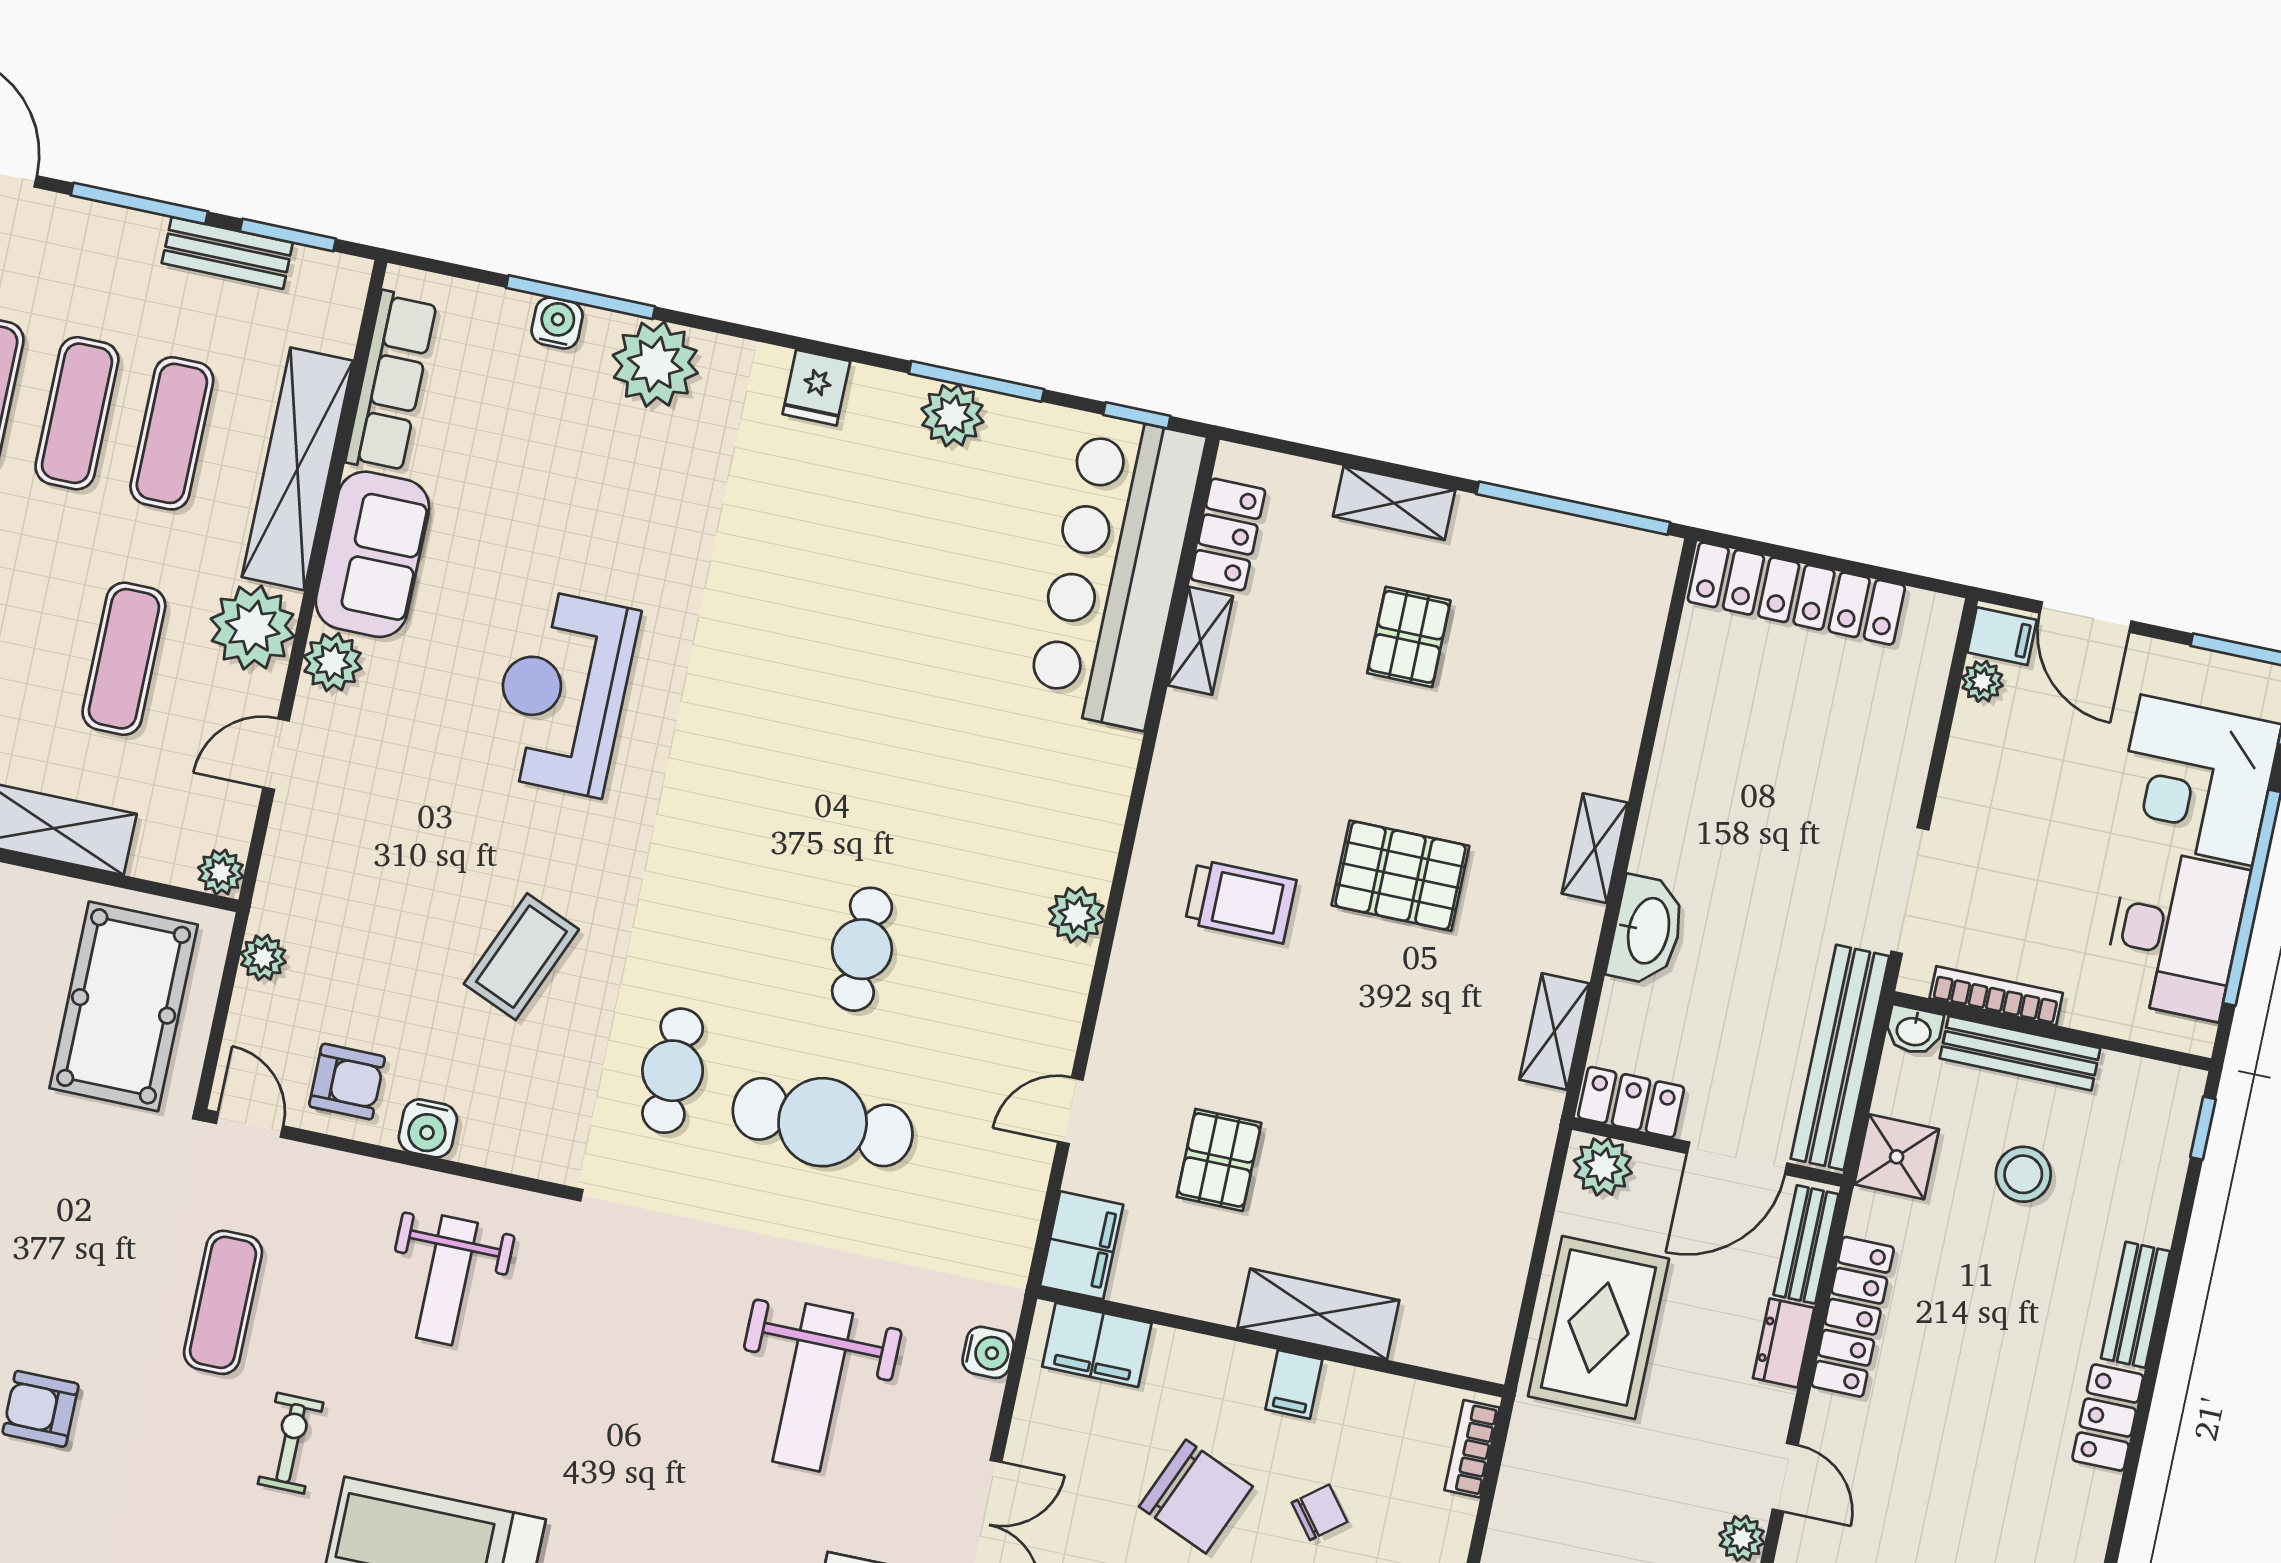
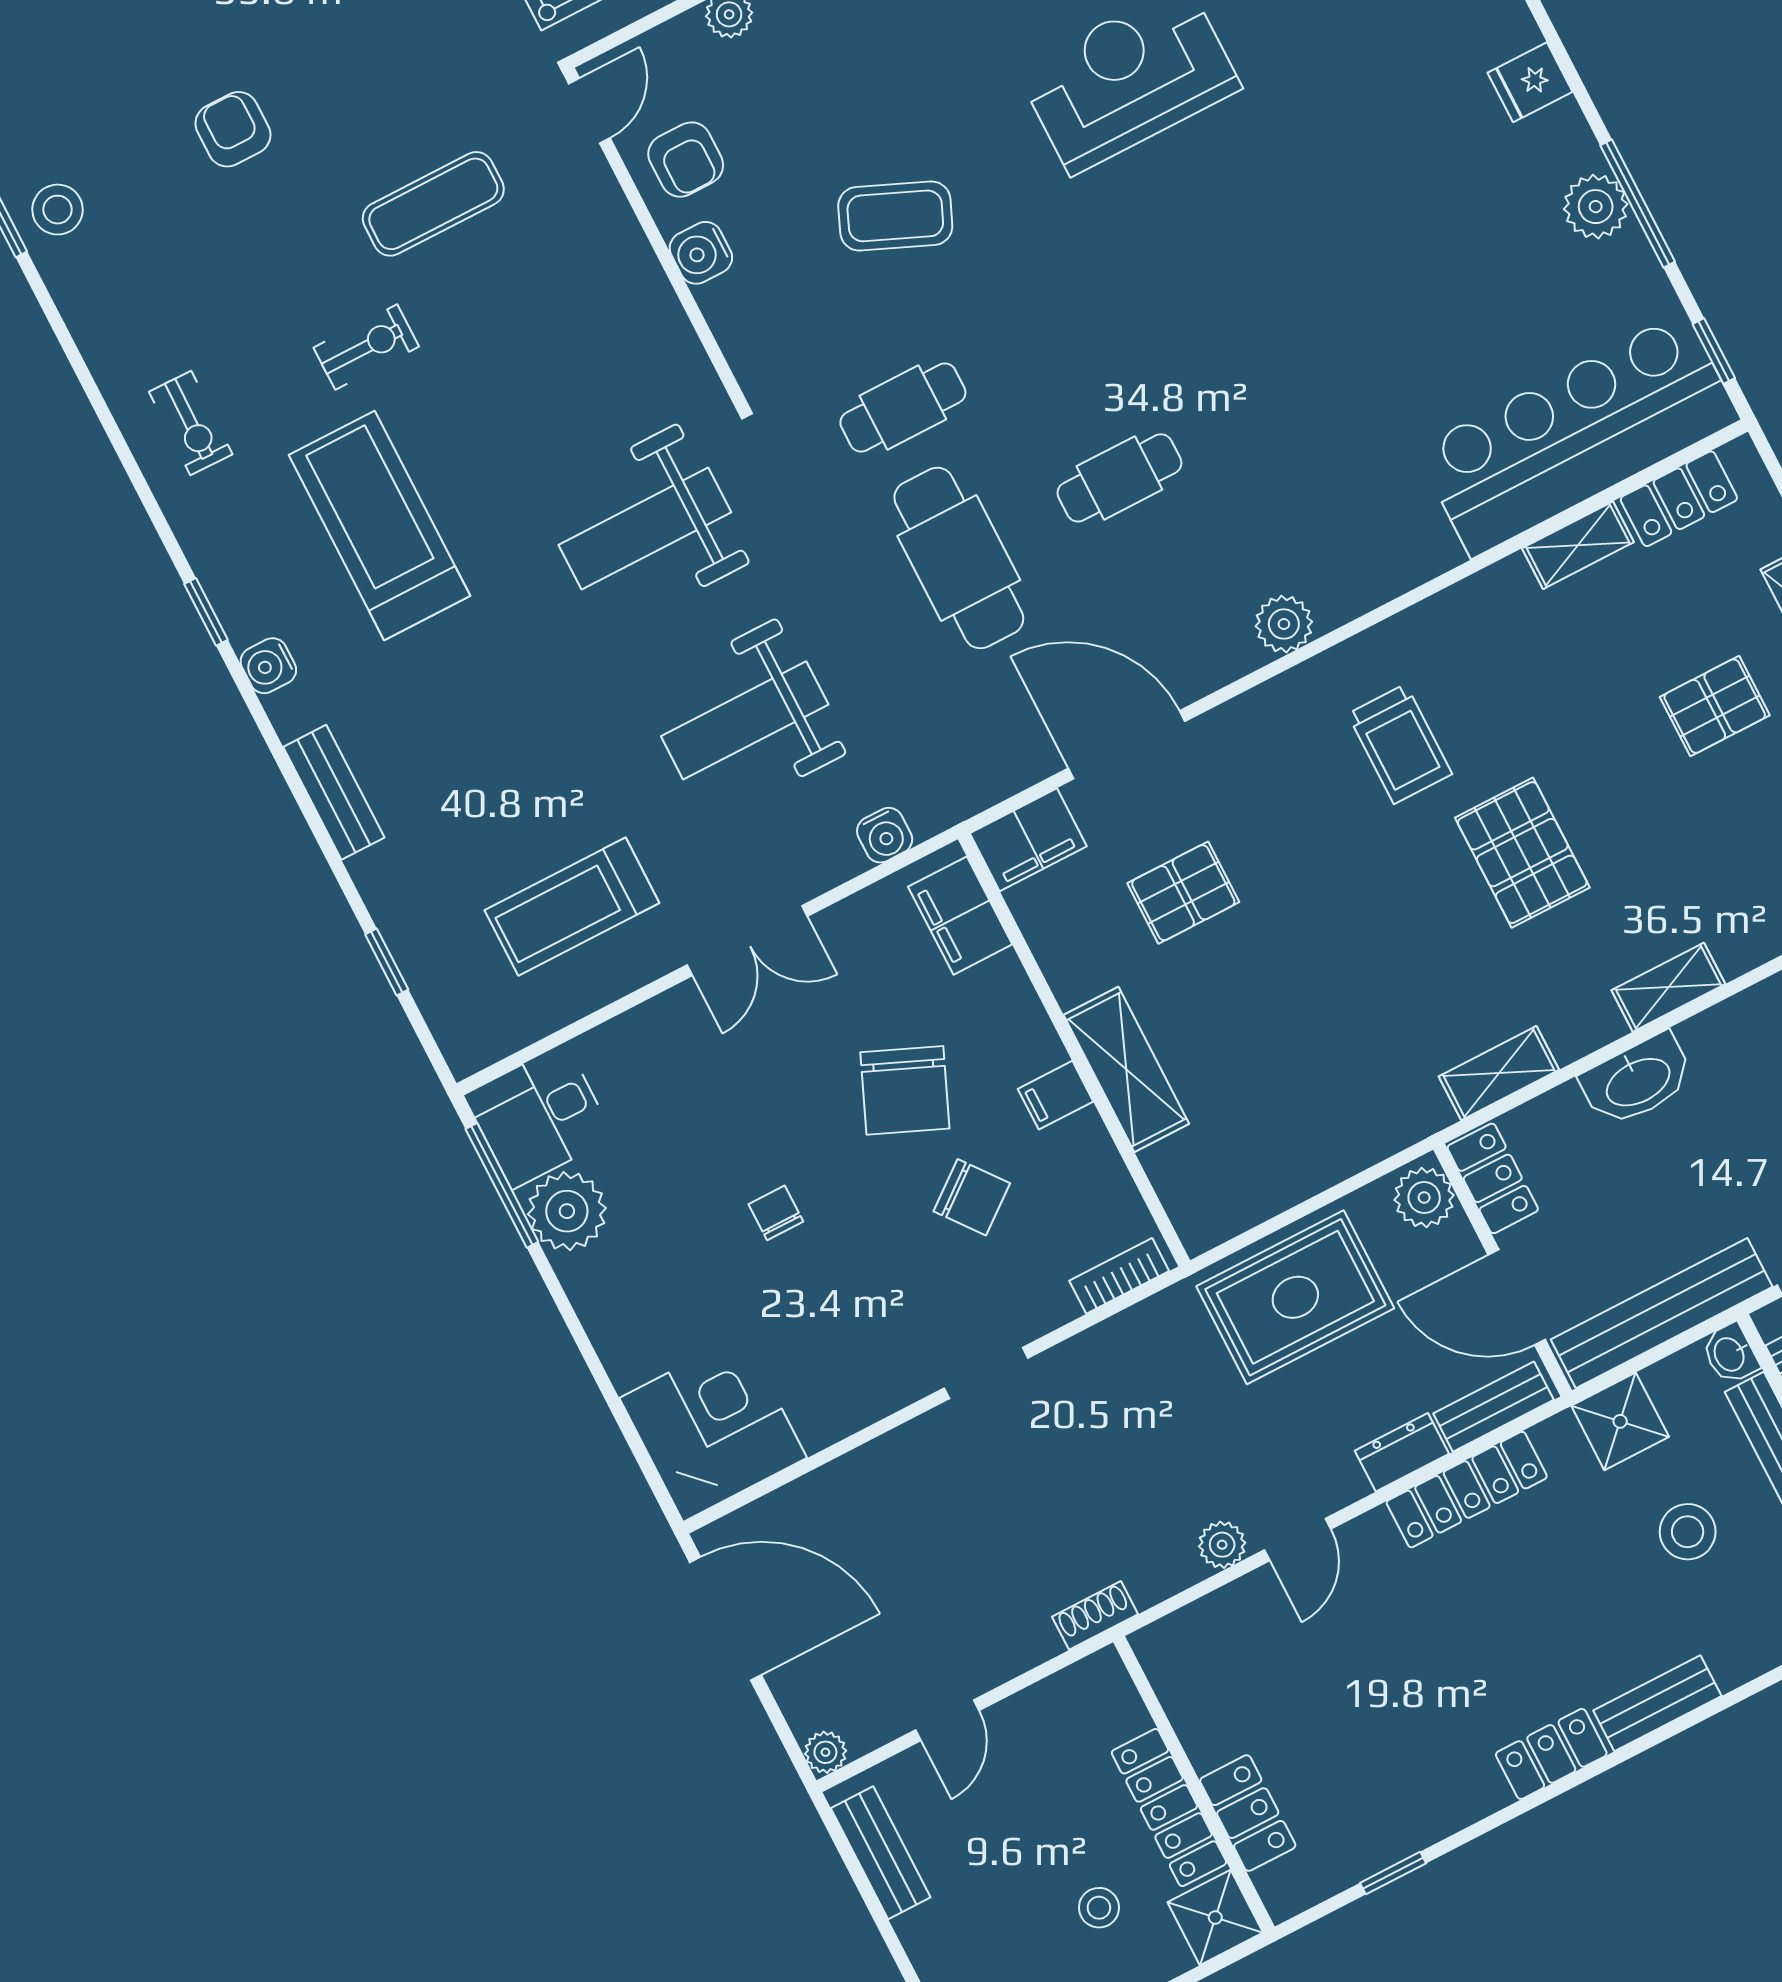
door: (1070, 1111) -> (1127, 745), width x1.87
weight bench: (447, 1280) -> (645, 529), moved, width x1.36, depth x1.33
chair: (1319, 1512) -> (972, 1197), width x1.37, depth x1.37

